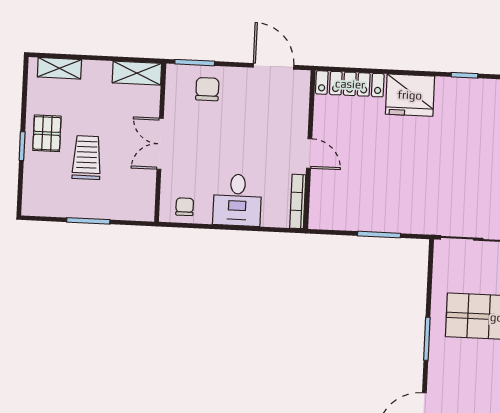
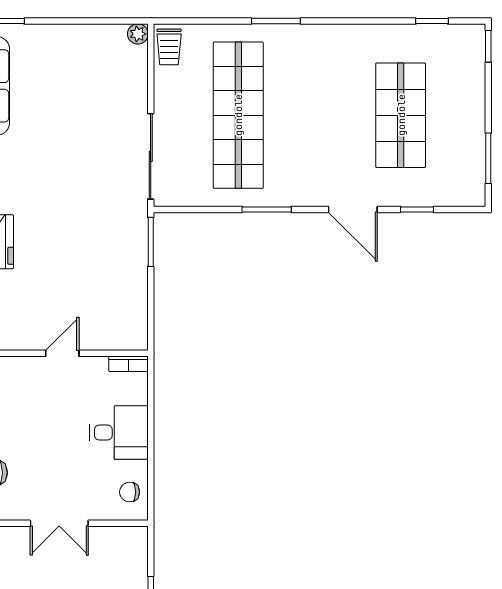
bookcase: (298, 201) -> (128, 364), width x0.64
window: (379, 235) -> (151, 242), moved

